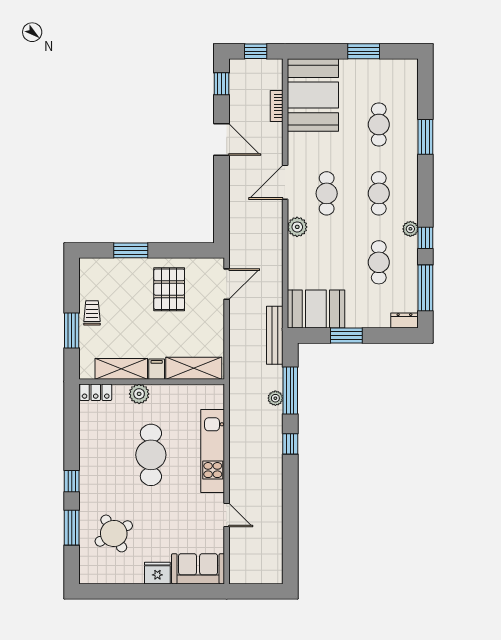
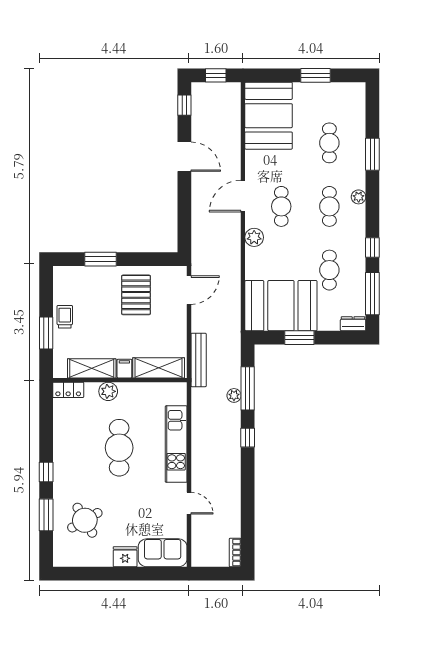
bookcase: (277, 106) -> (235, 552), moved
plant: (410, 229) -> (359, 197), moved
booth: (316, 309) -> (281, 306), width x1.36, depth x1.42
bench: (275, 335) -> (199, 360), moved

